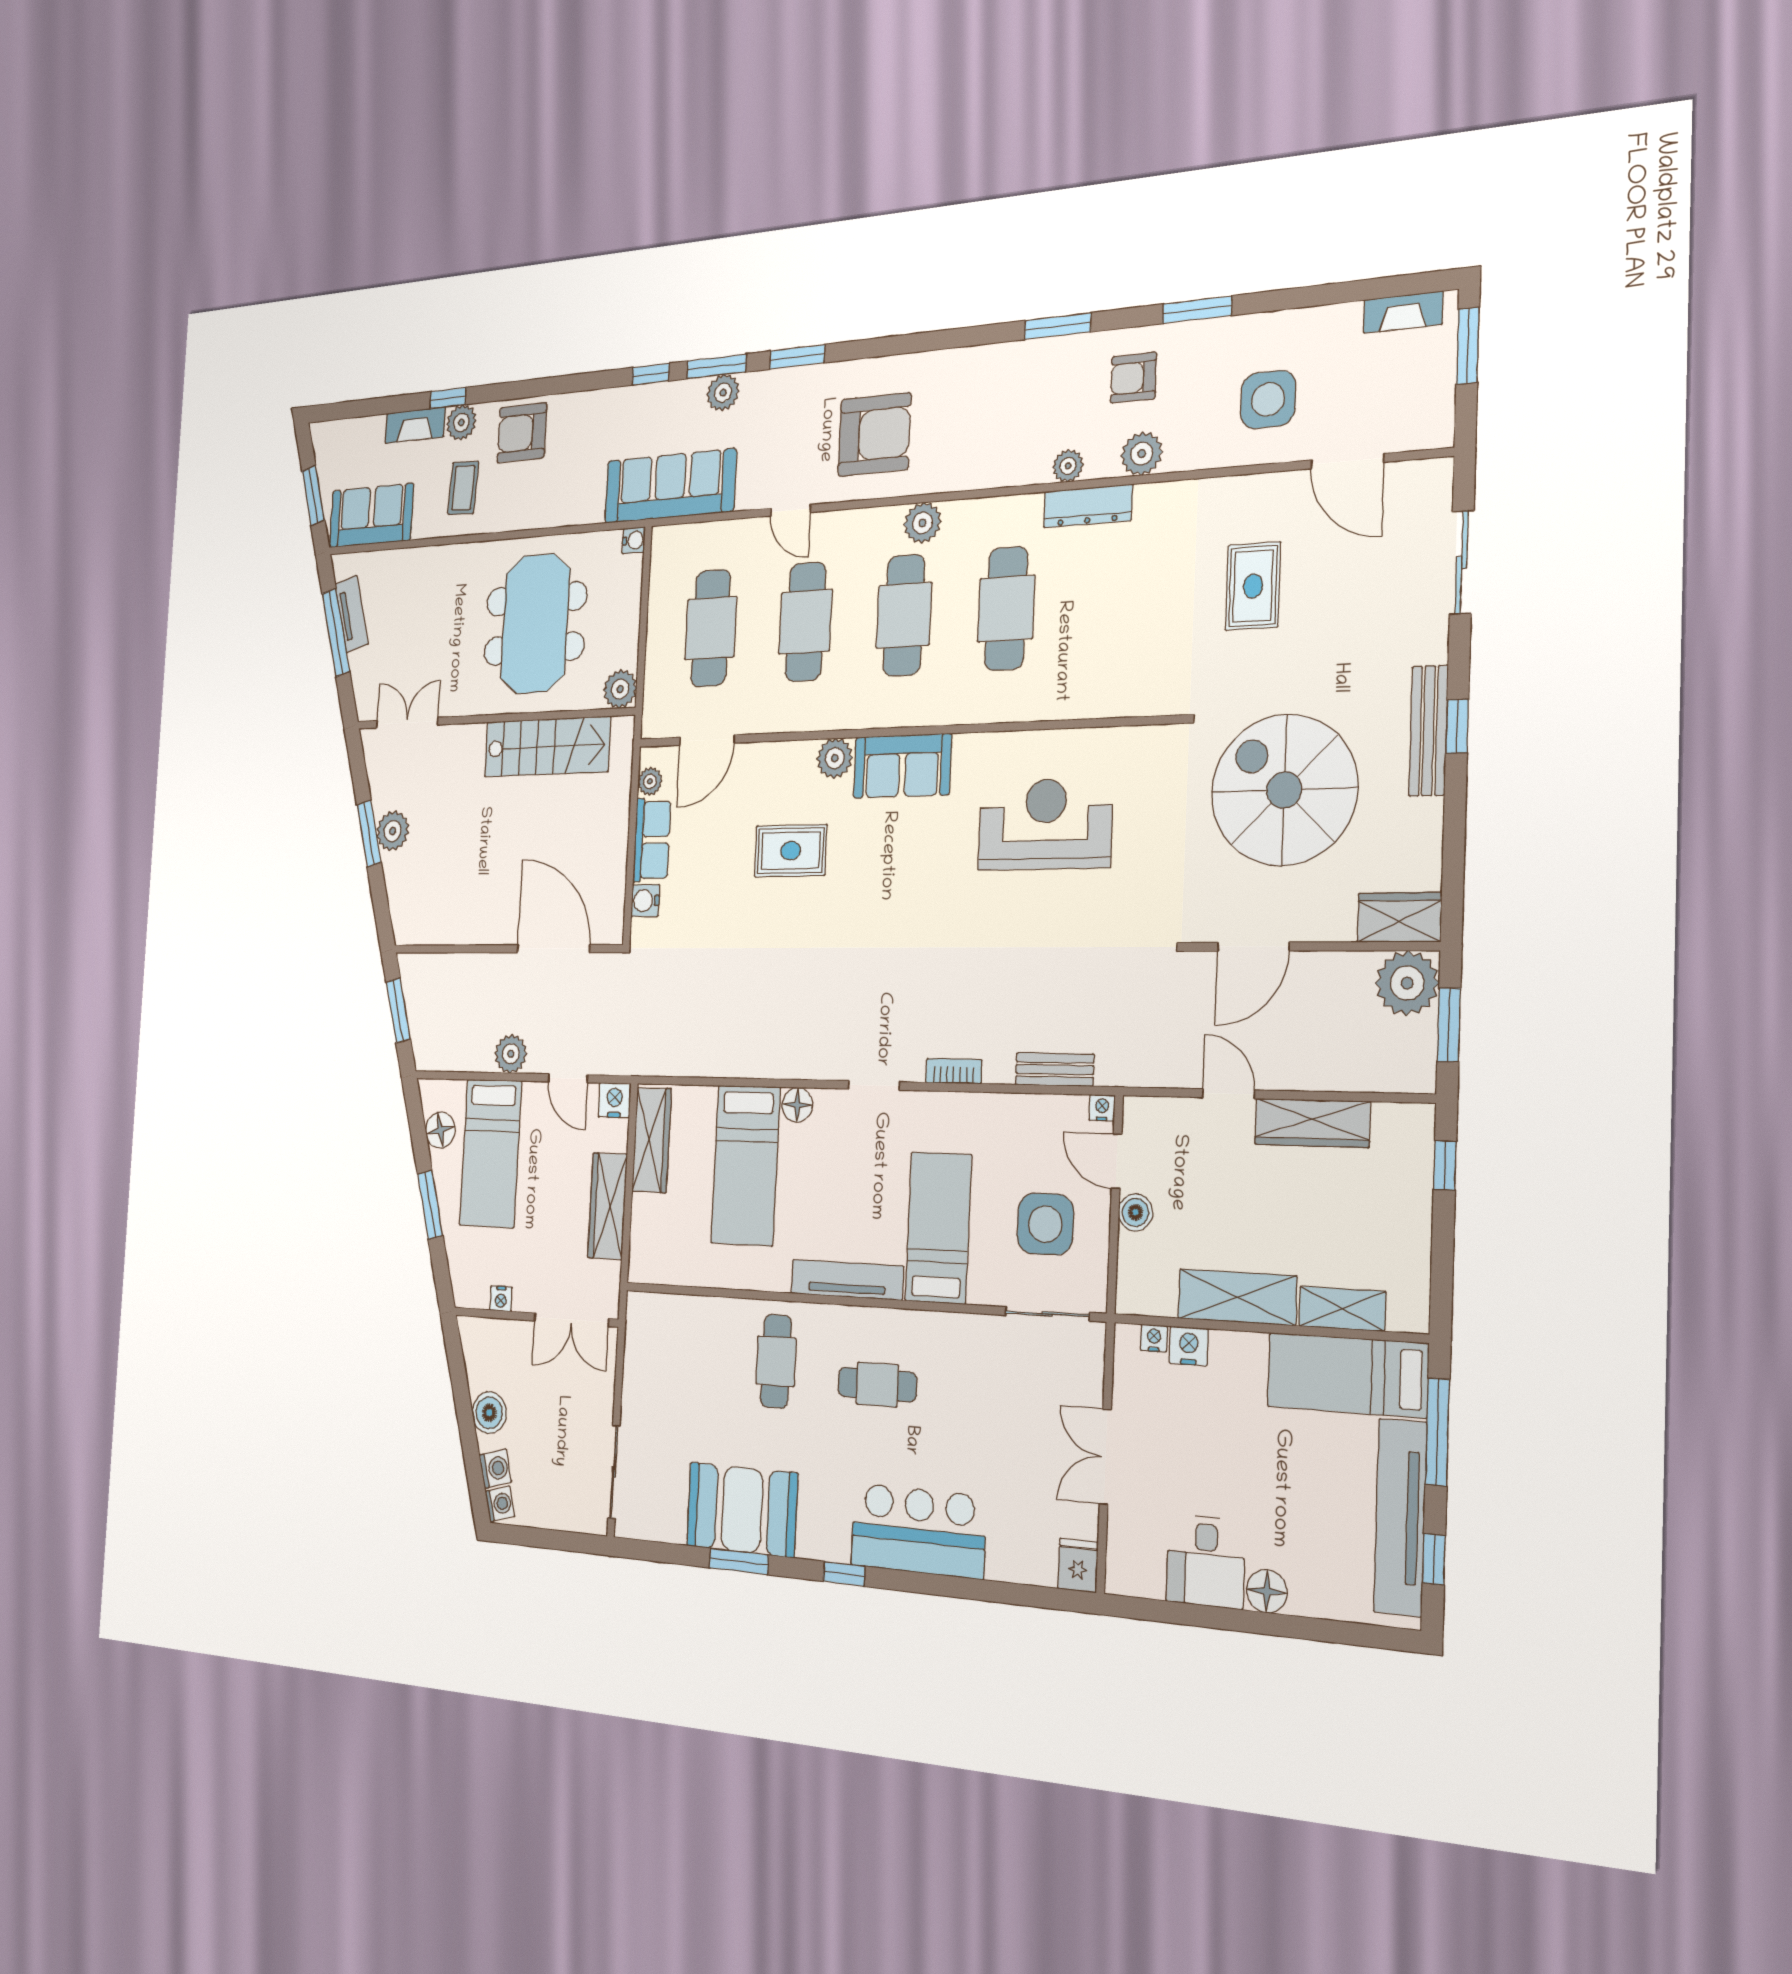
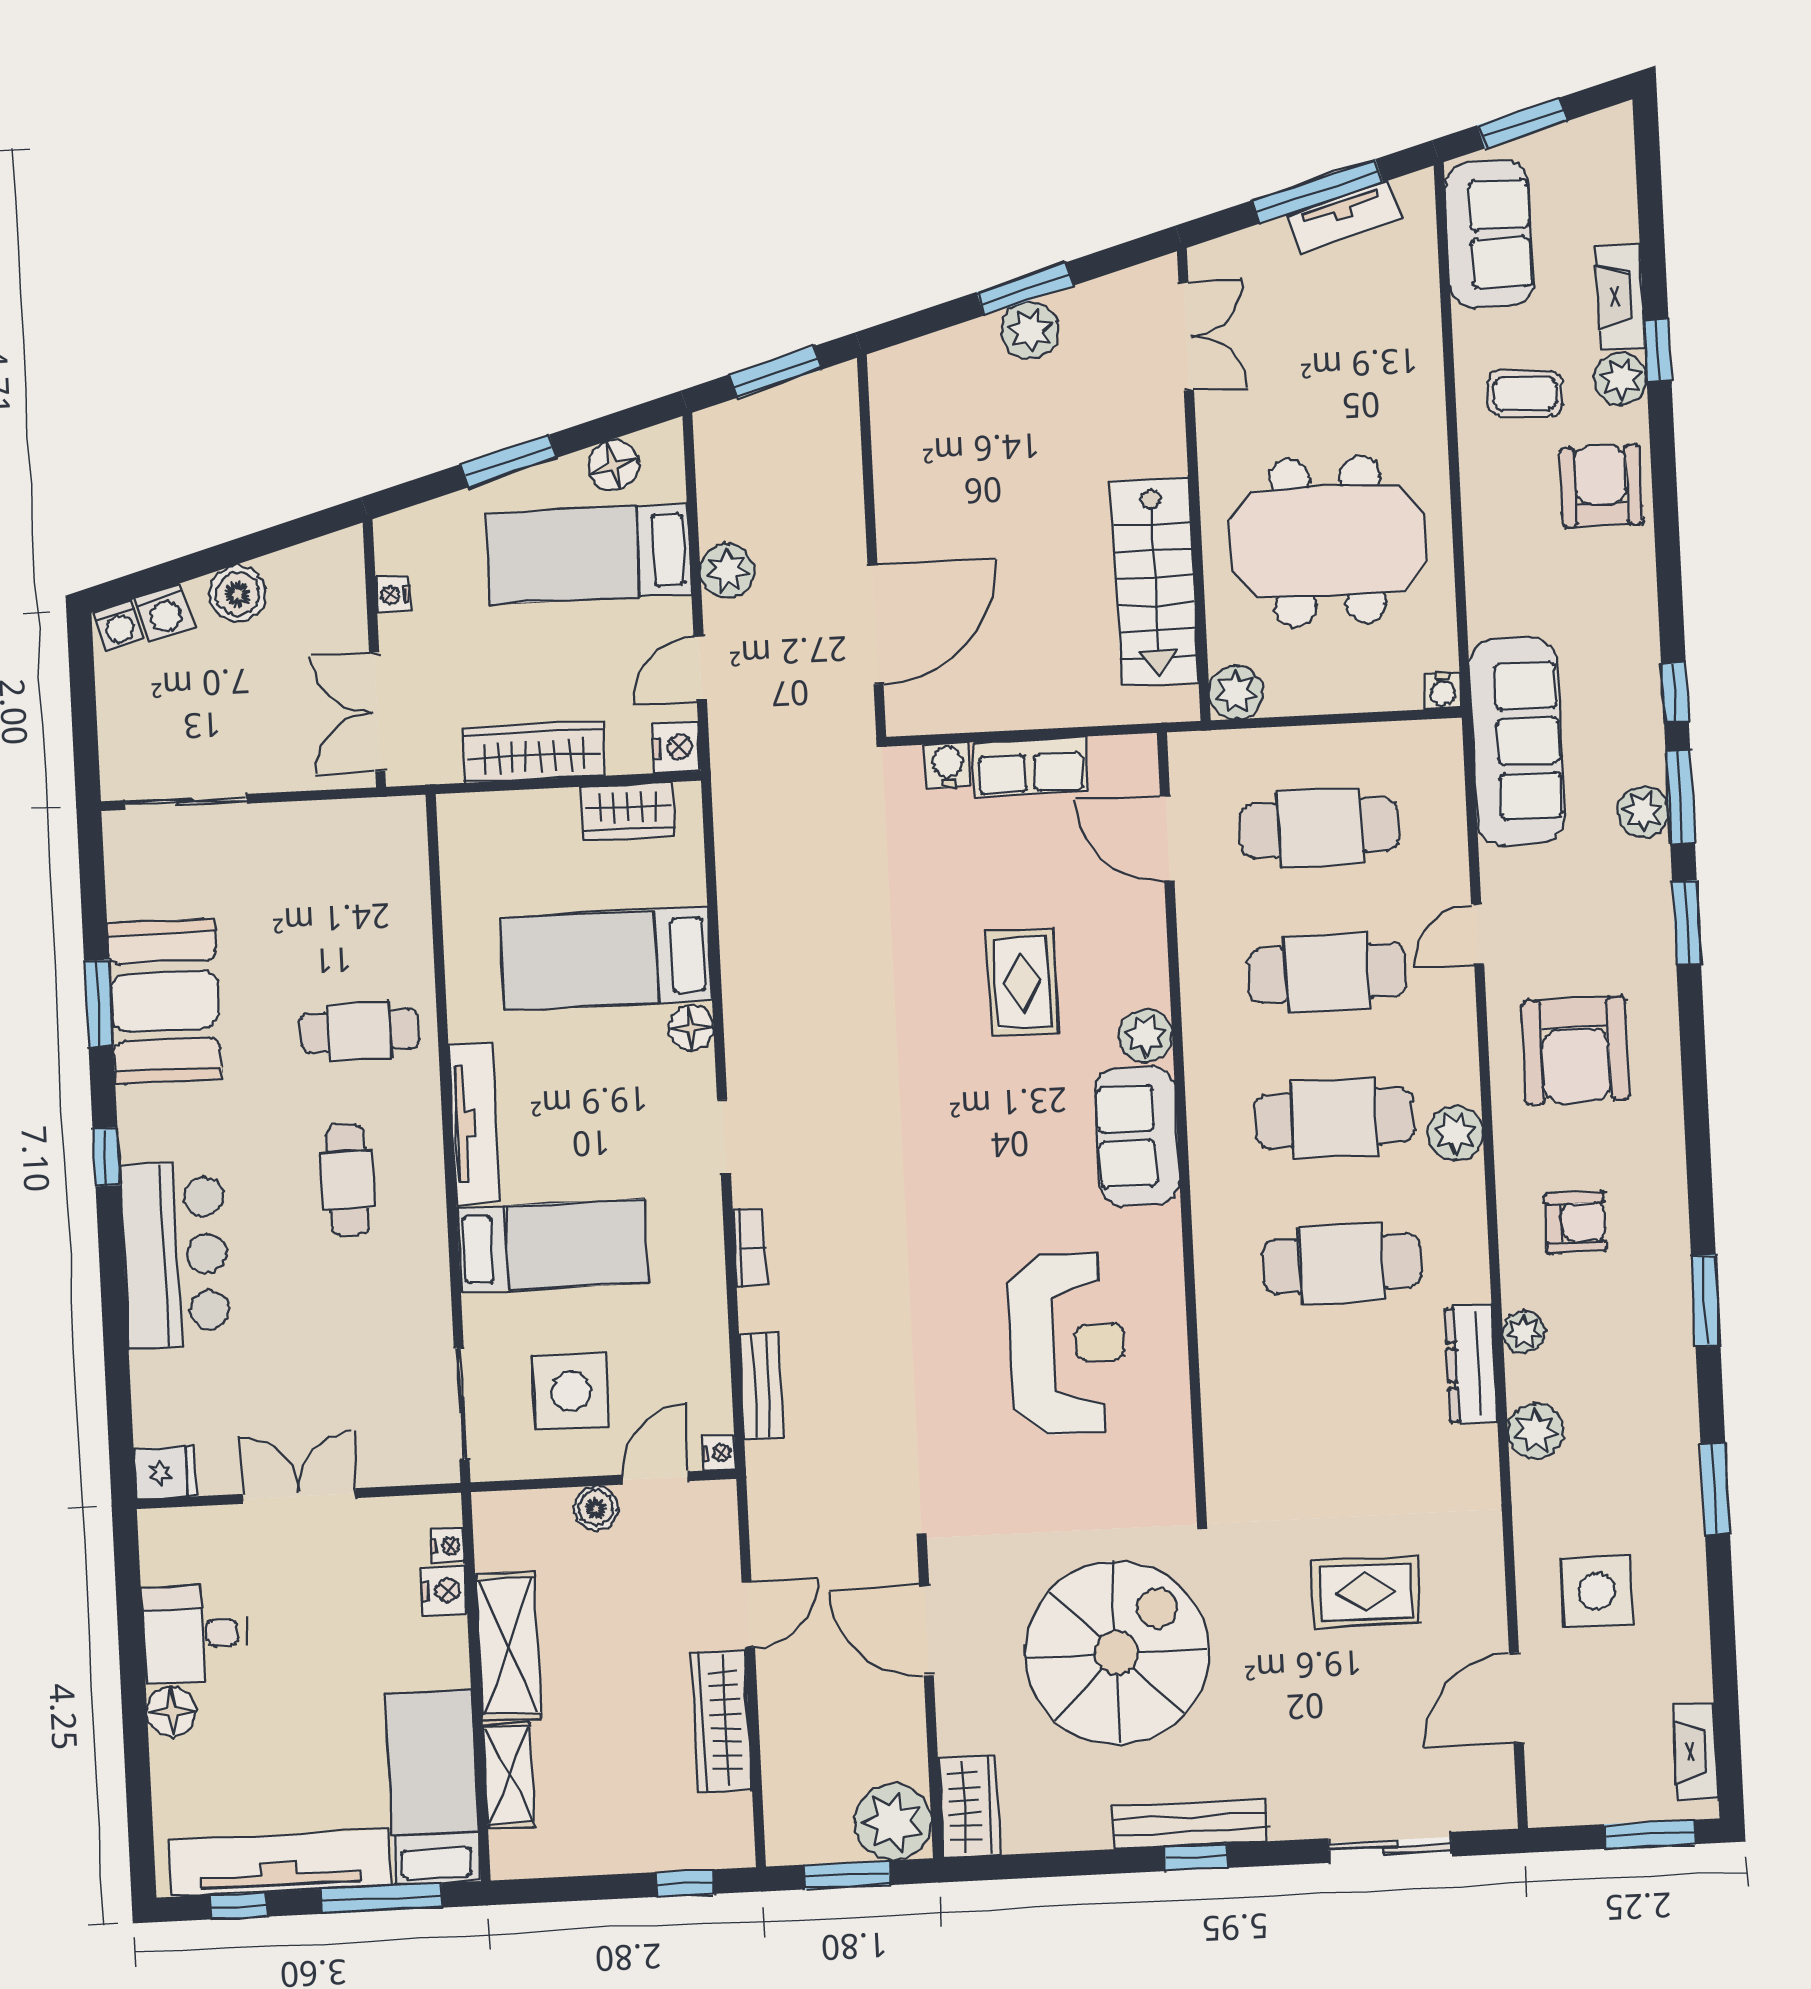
armchair: (1133, 378) -> (1575, 1222), moved, turned 90
plant: (650, 781) -> (1110, 755), removed
wardrobe: (652, 1140) -> (628, 811), width x0.67

